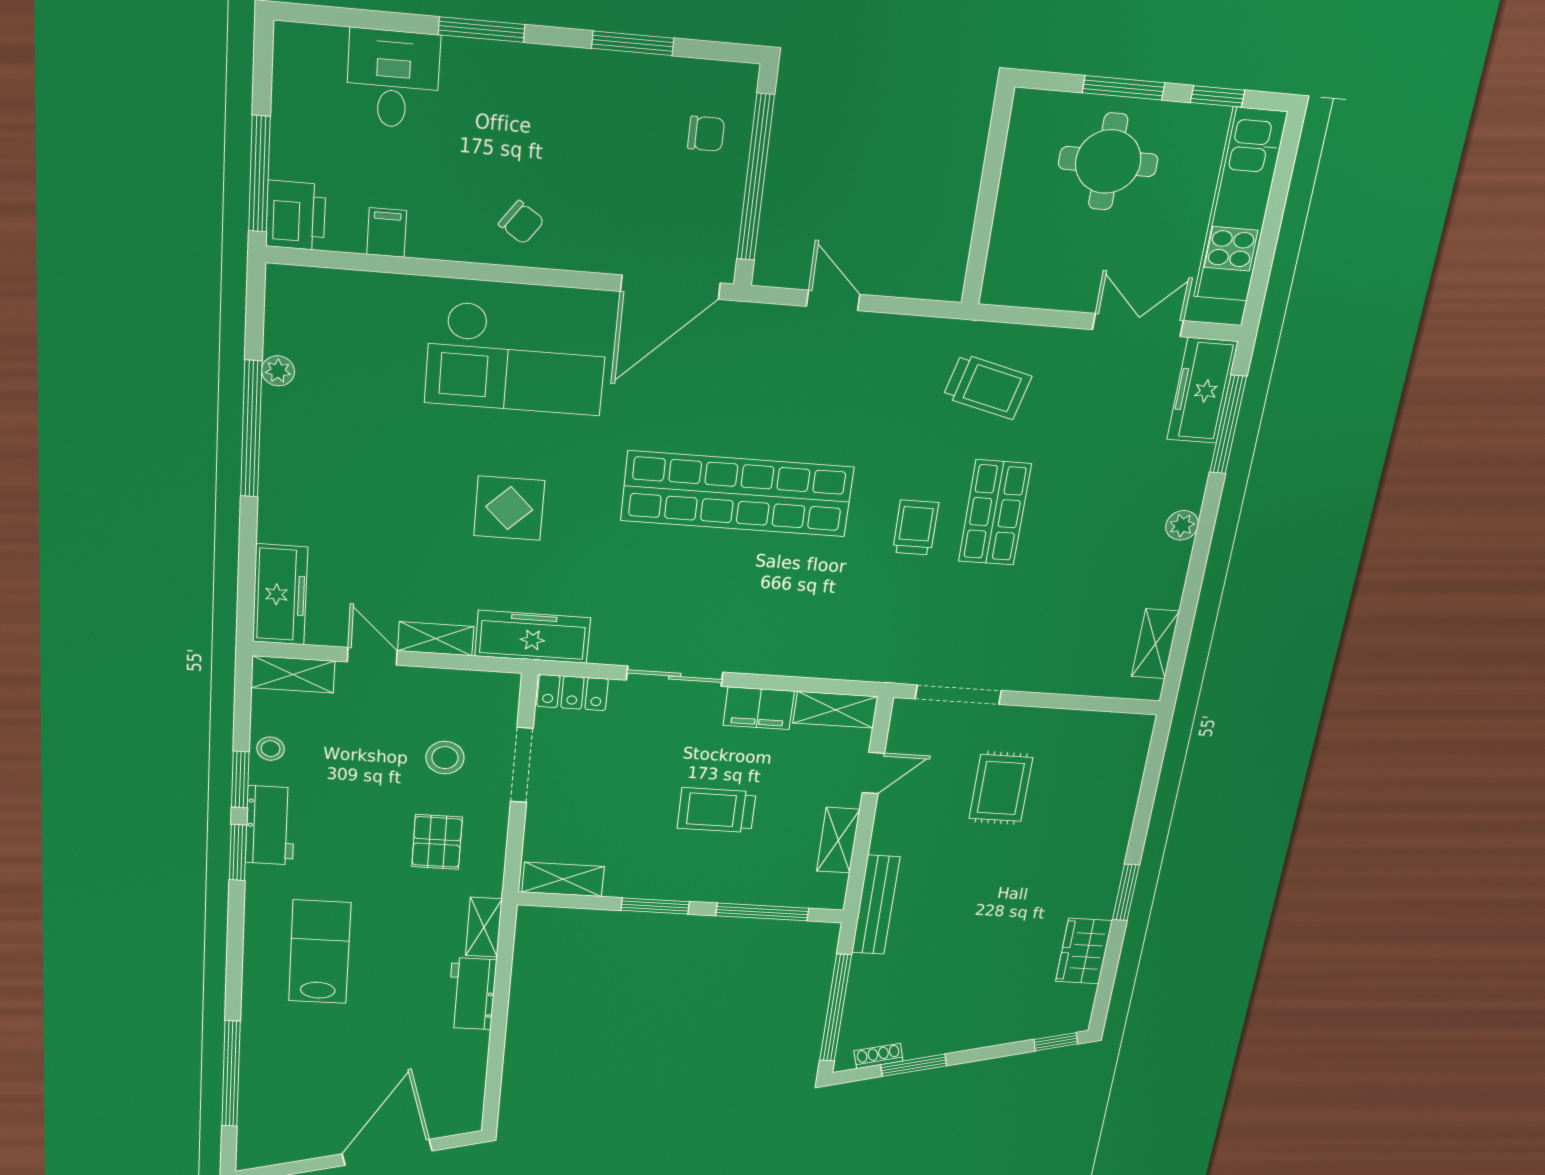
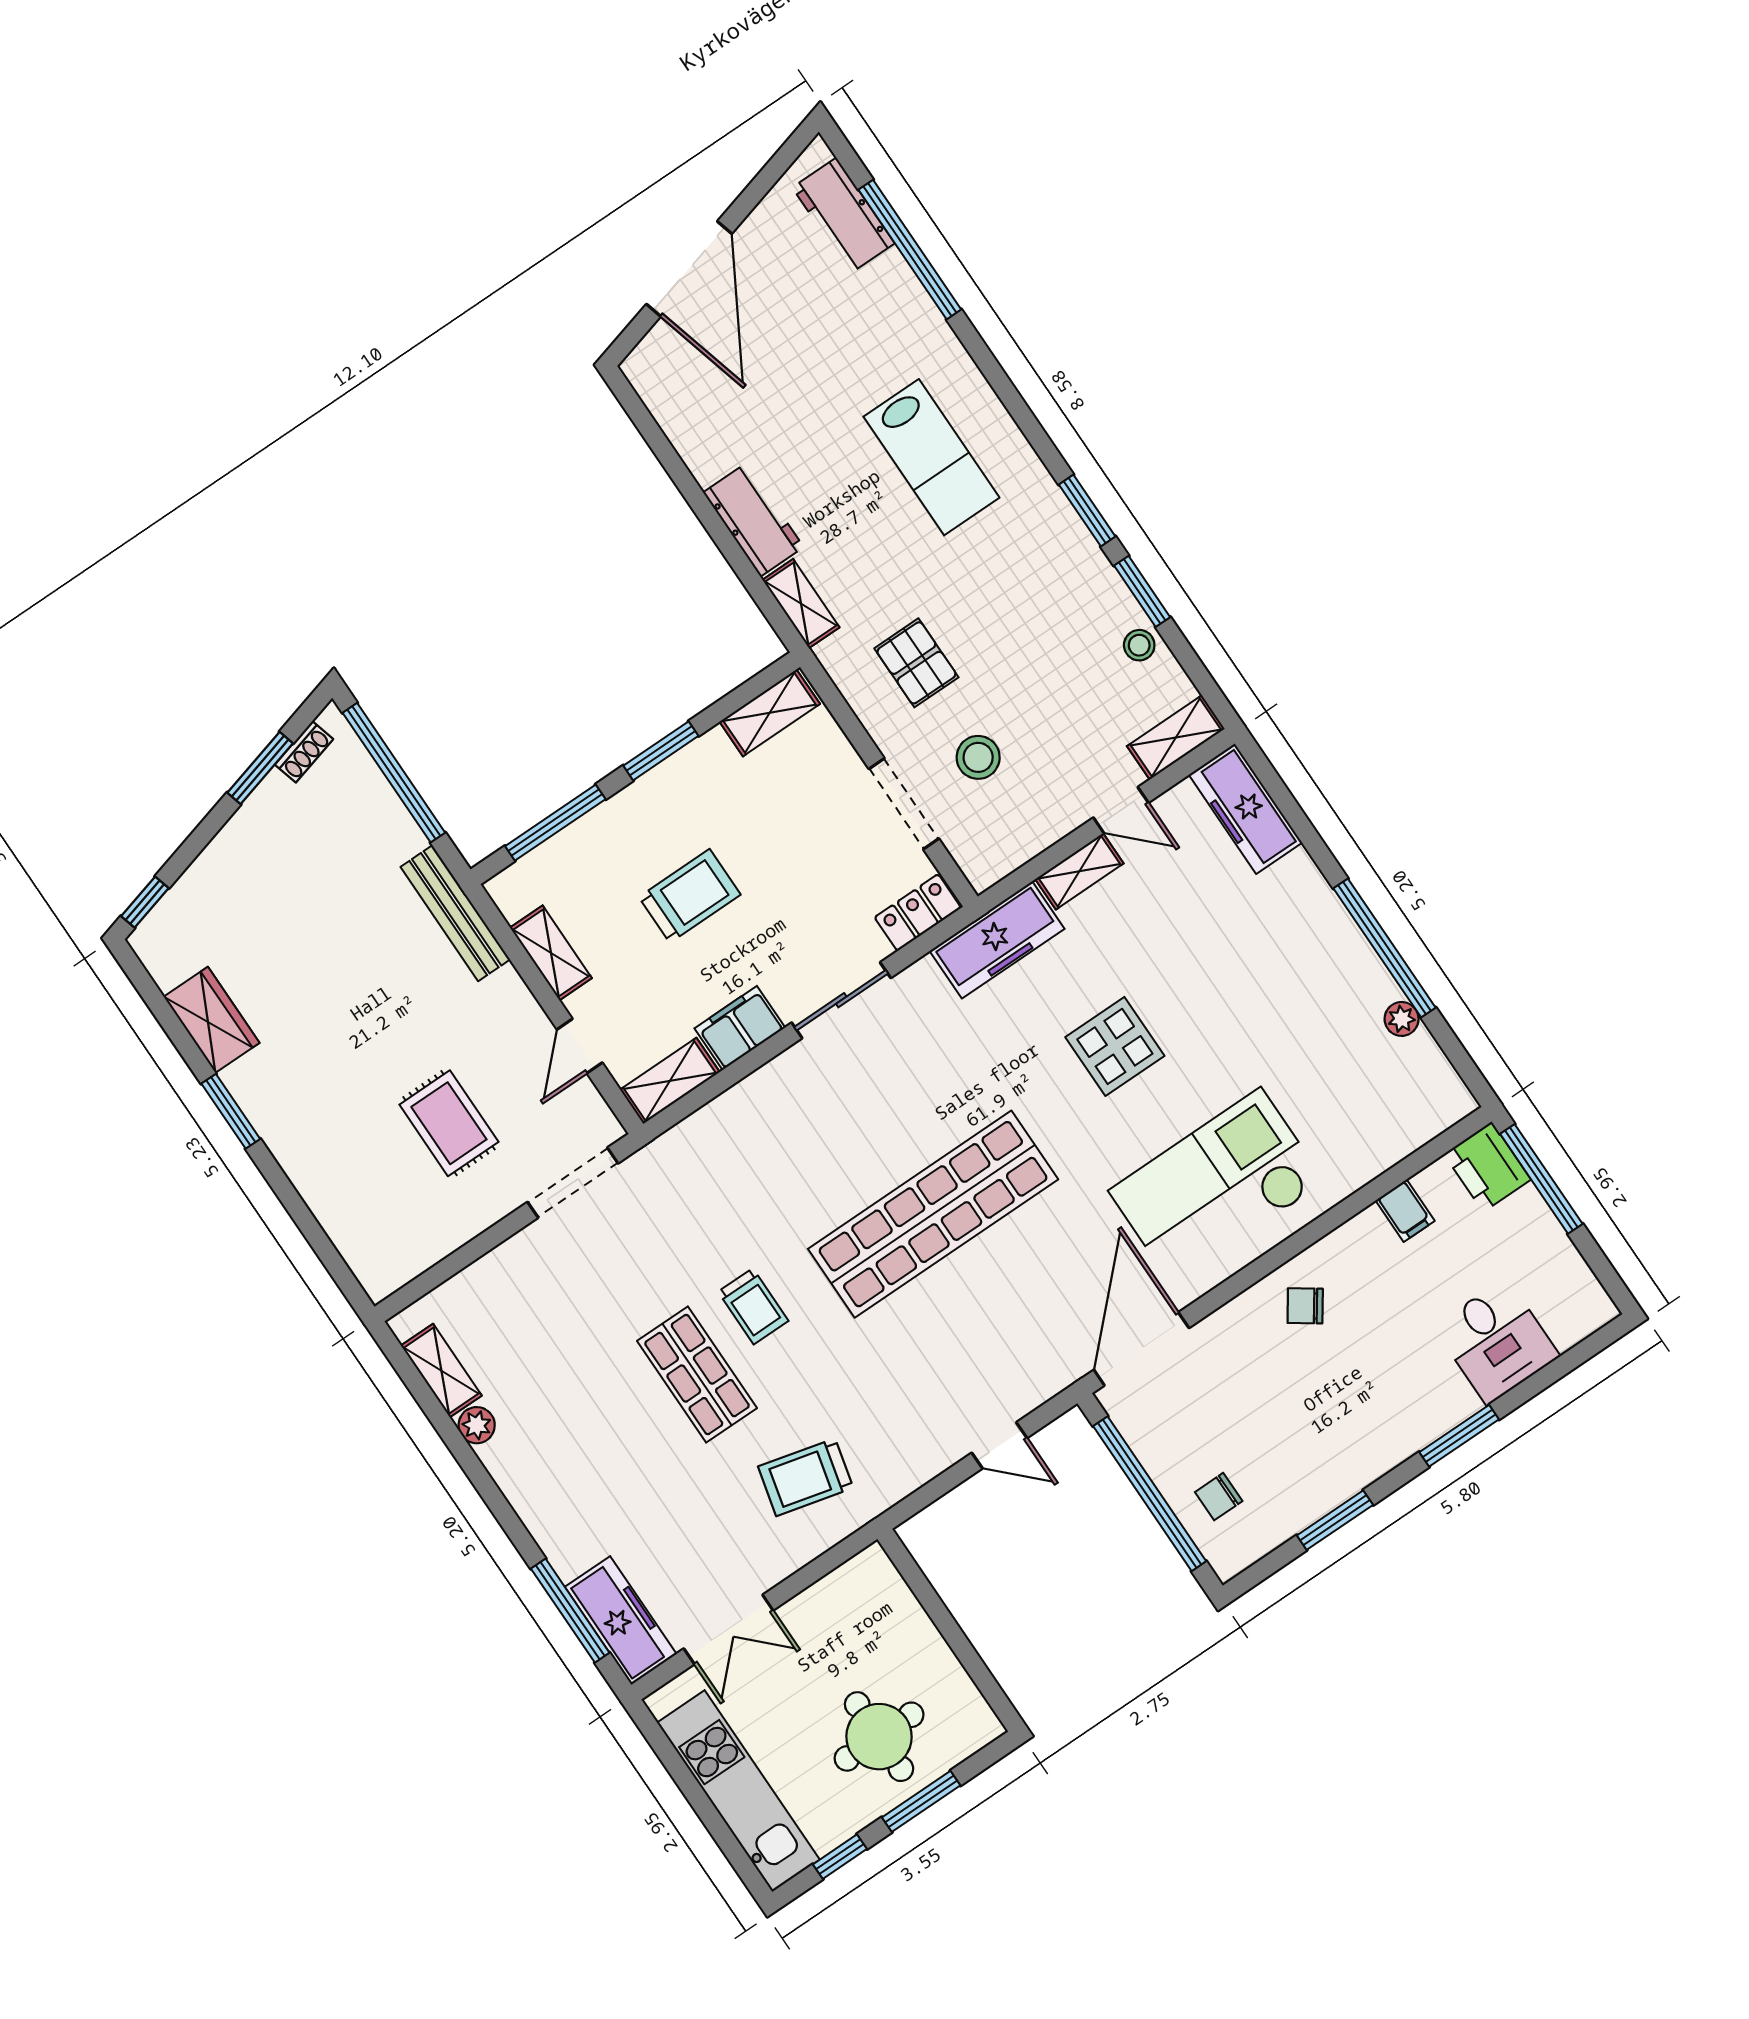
plant: (1182, 525) -> (477, 1425), moved
workbench: (270, 825) -> (843, 215), moved

